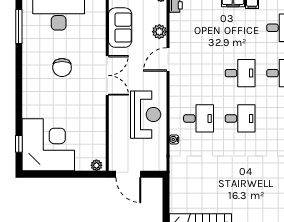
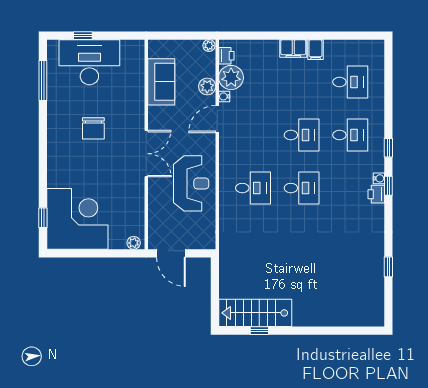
plant: (180, 24) -> (231, 78), added
double door: (107, 75) -> (146, 154), moved
water cooler: (174, 139) -> (224, 96), moved

